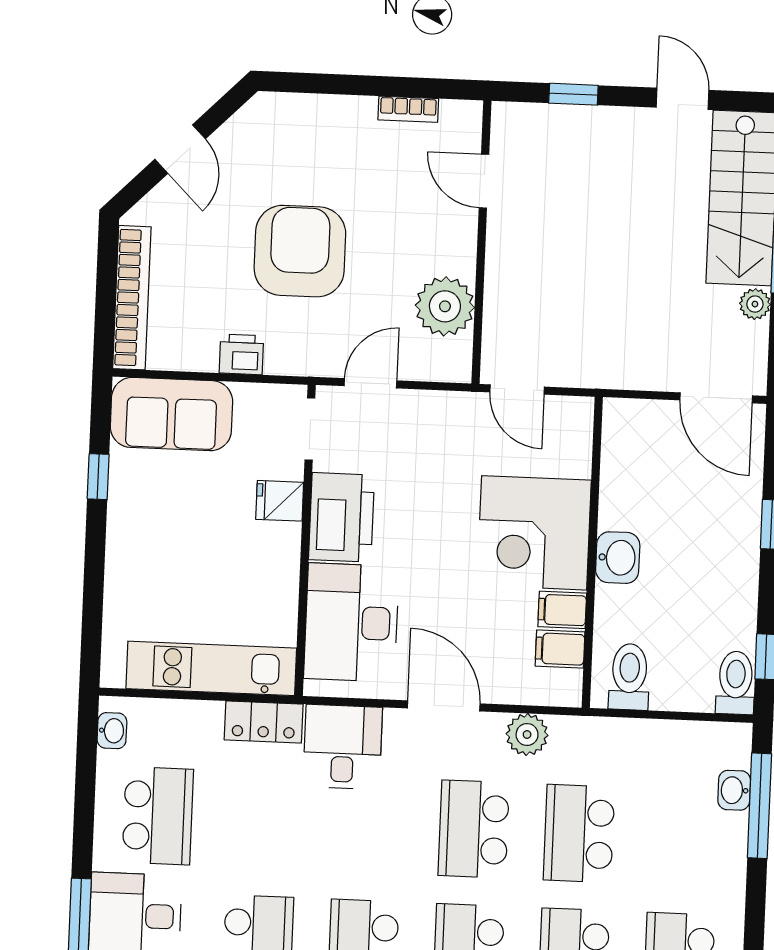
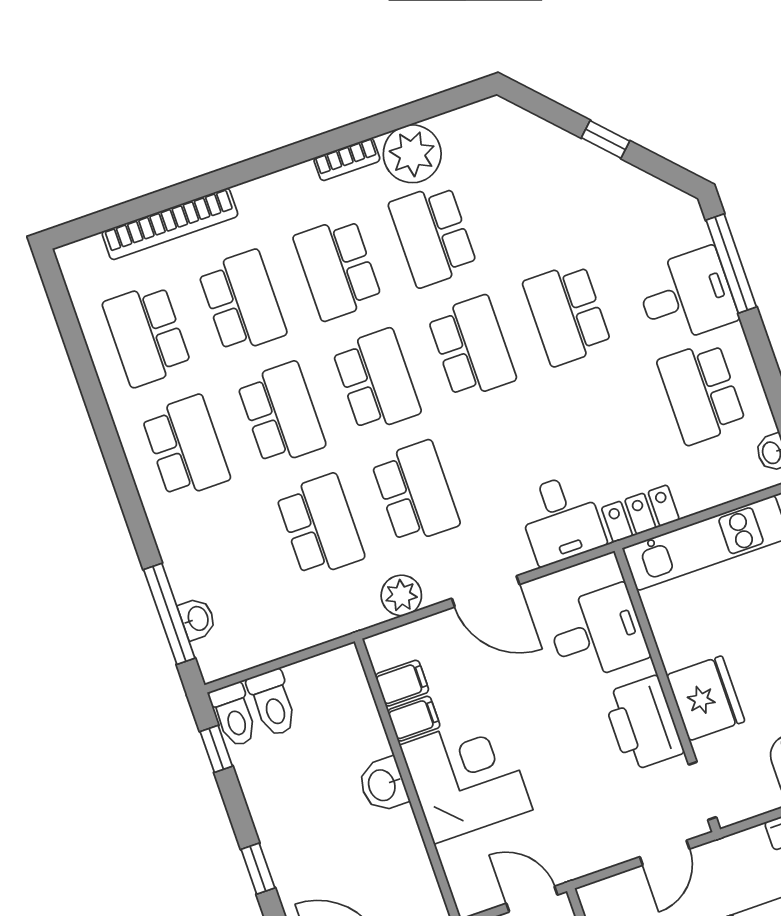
fridge: (280, 501) -> (706, 698), width x1.88, depth x1.34
desk: (351, 622) -> (597, 633), width x0.73
toilet: (629, 677) -> (273, 703), moved

